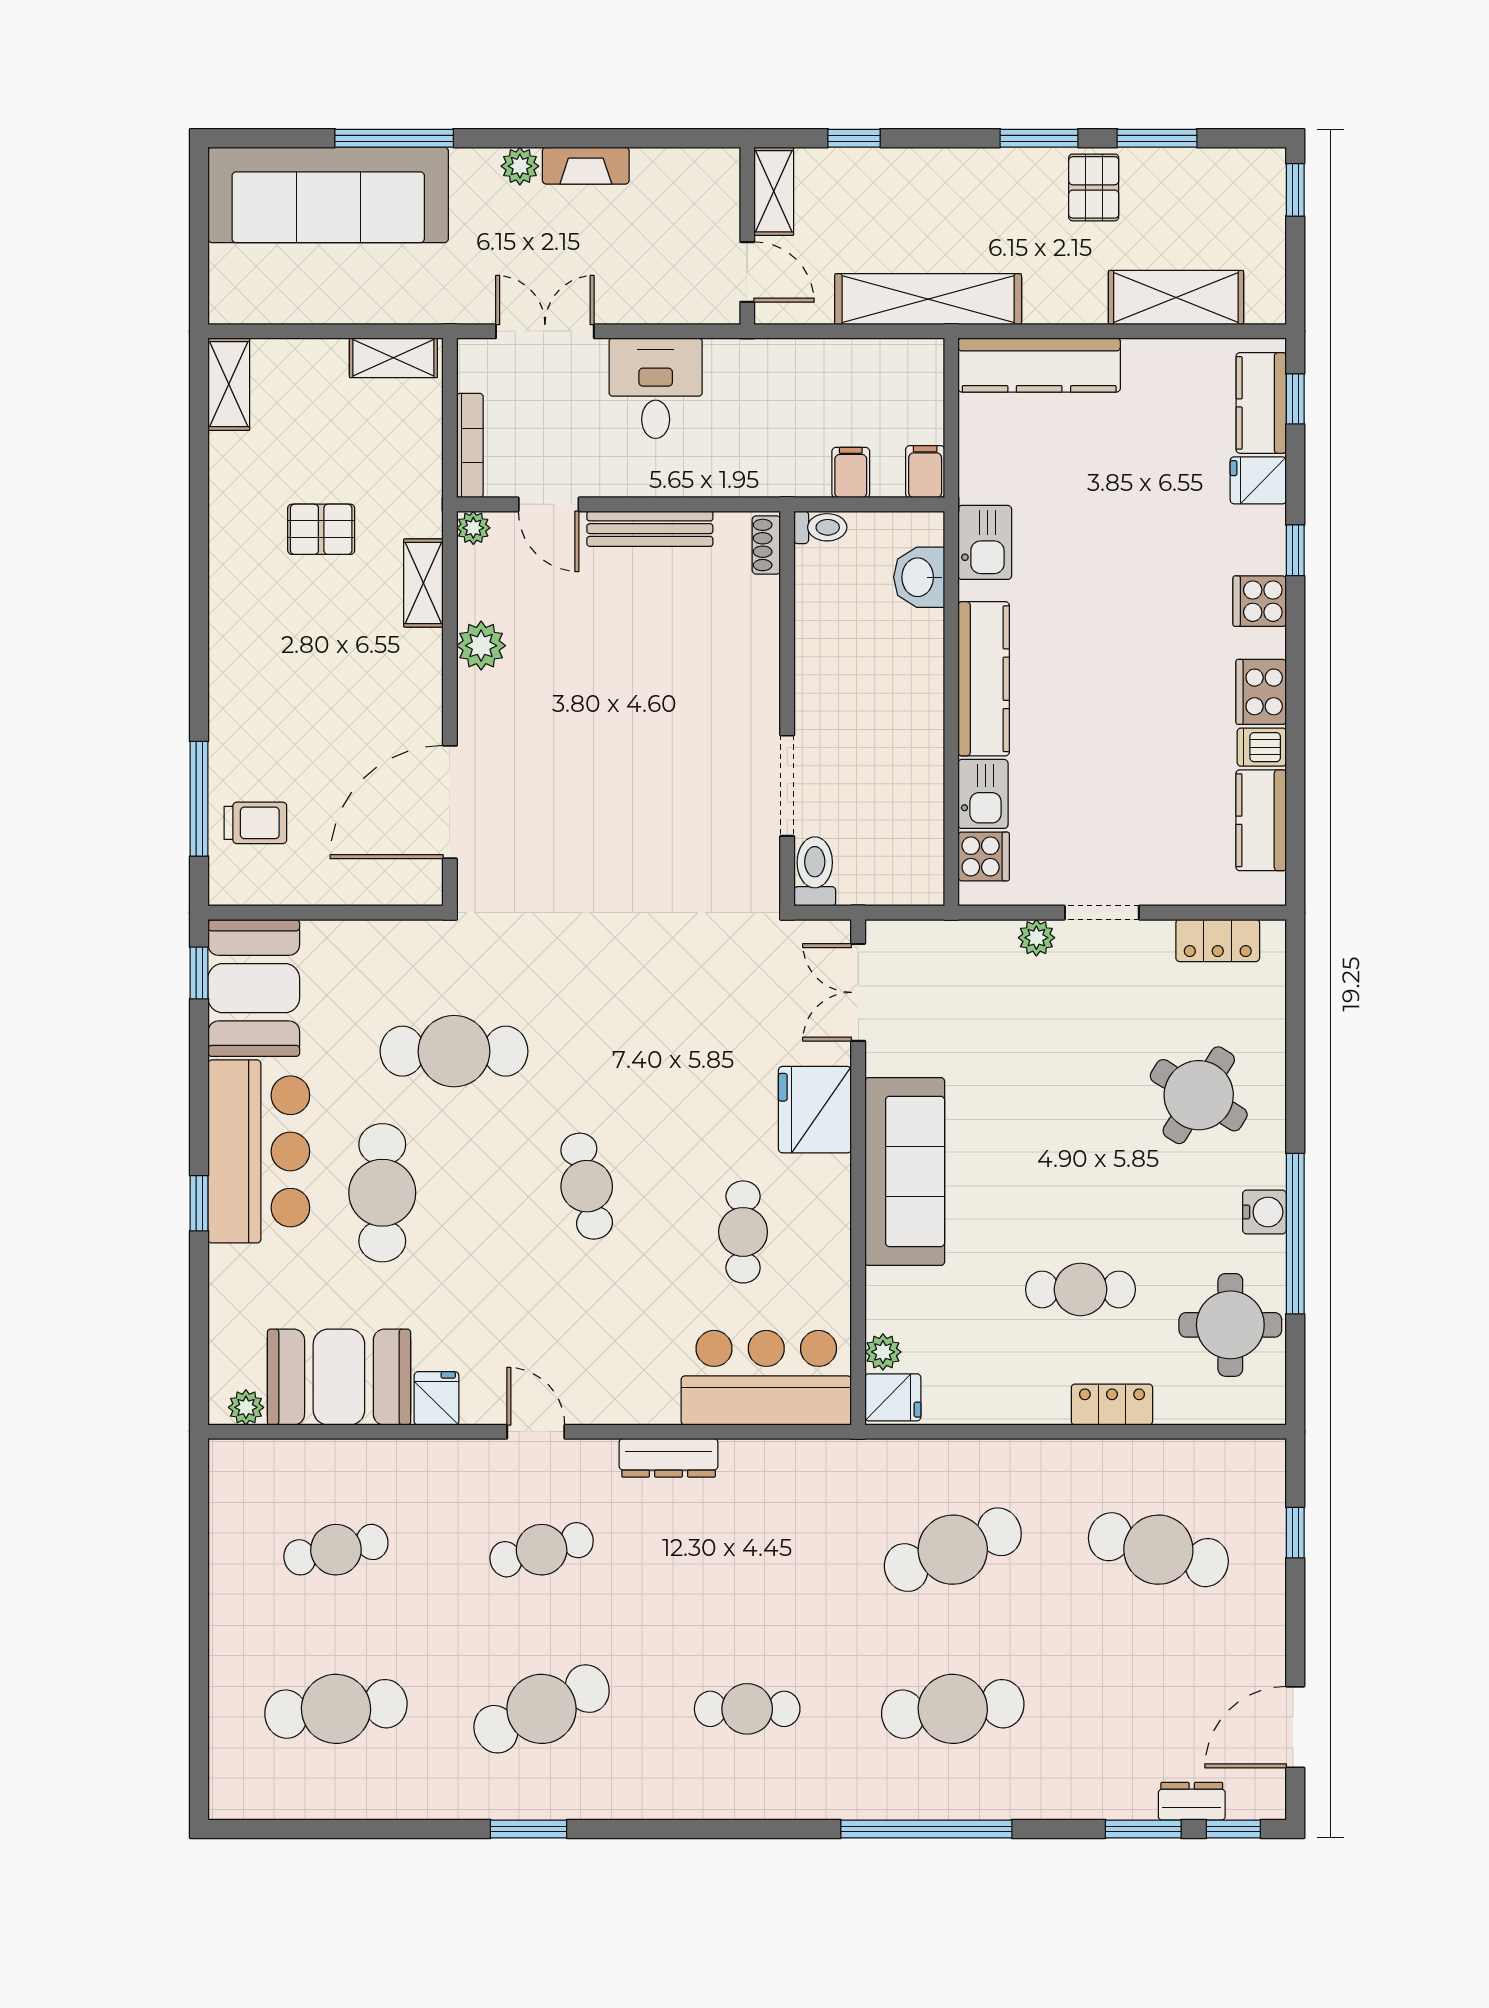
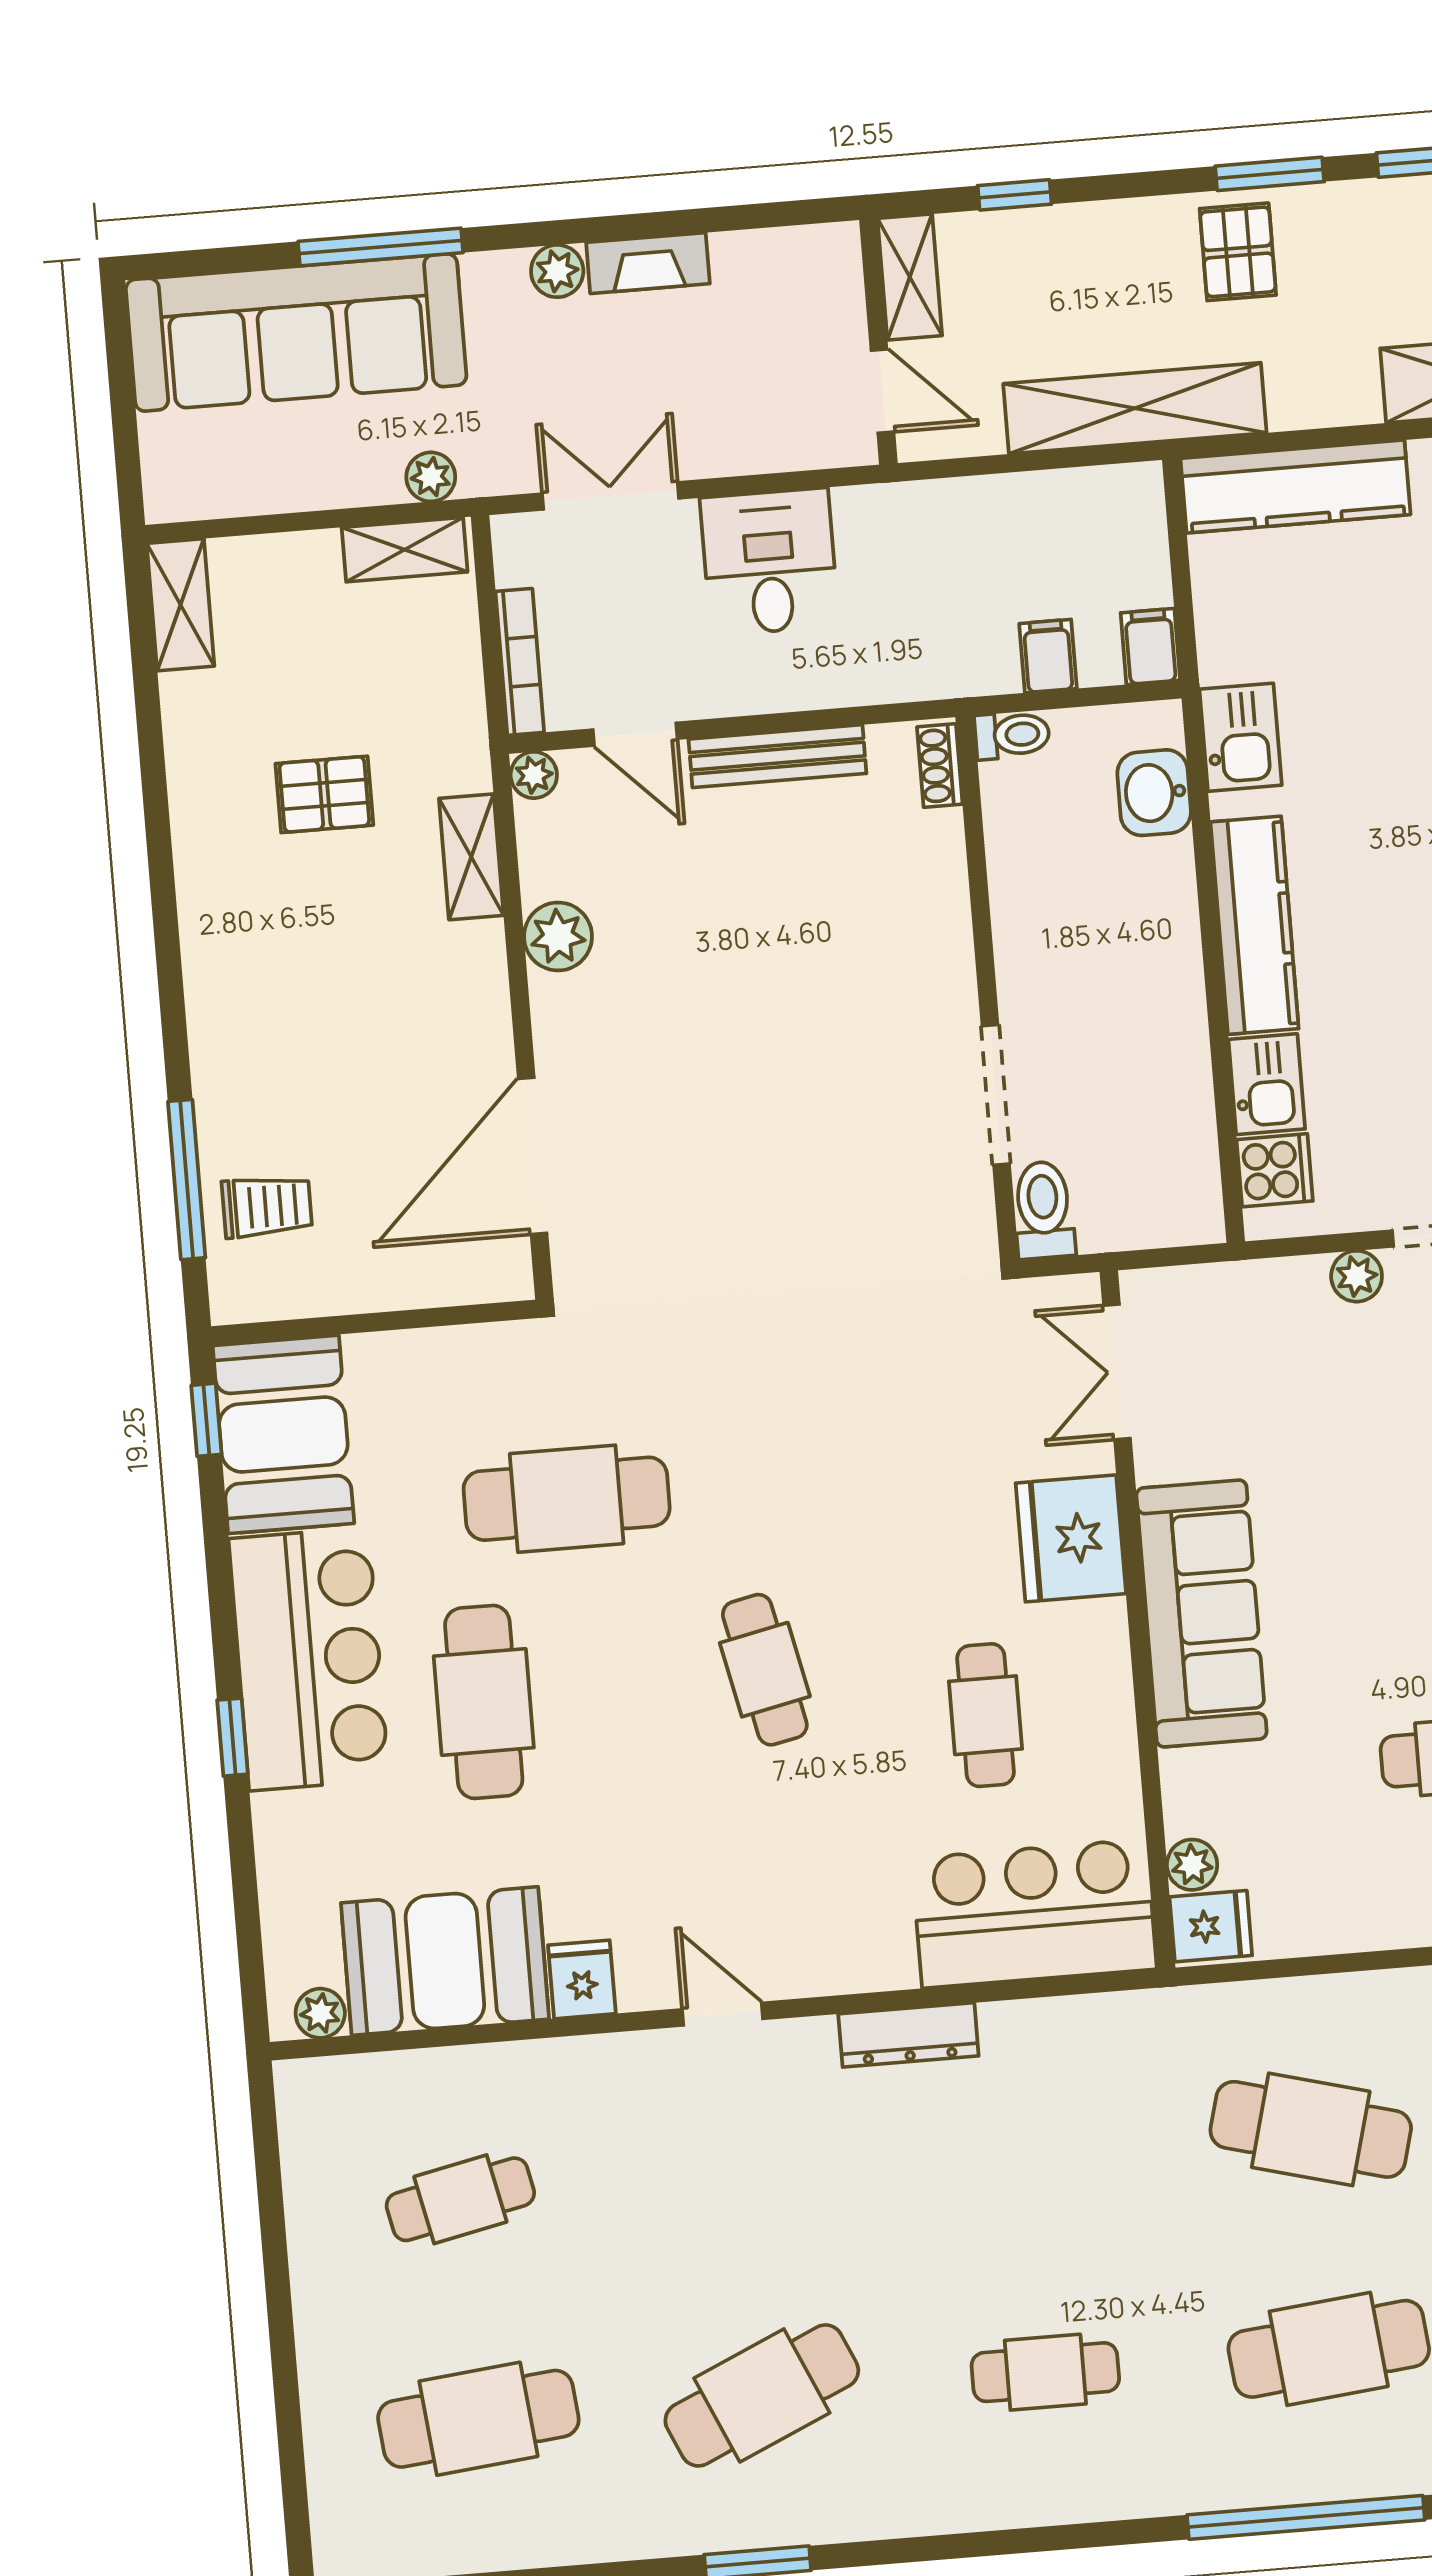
pallet: (1094, 187) -> (1238, 252), moved
plant: (417, 307) -> (431, 477), added
cafe table: (542, 1550) -> (744, 2176), removed
cafe table: (953, 1550) -> (1311, 2129), turned 36

